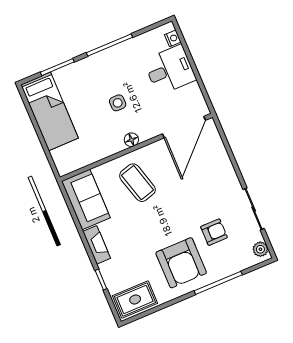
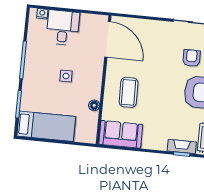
floor lamp: (131, 140) -> (94, 105), moved
coffee table: (137, 183) -> (129, 92), turned -75
fireplace: (97, 245) -> (182, 147), moved

